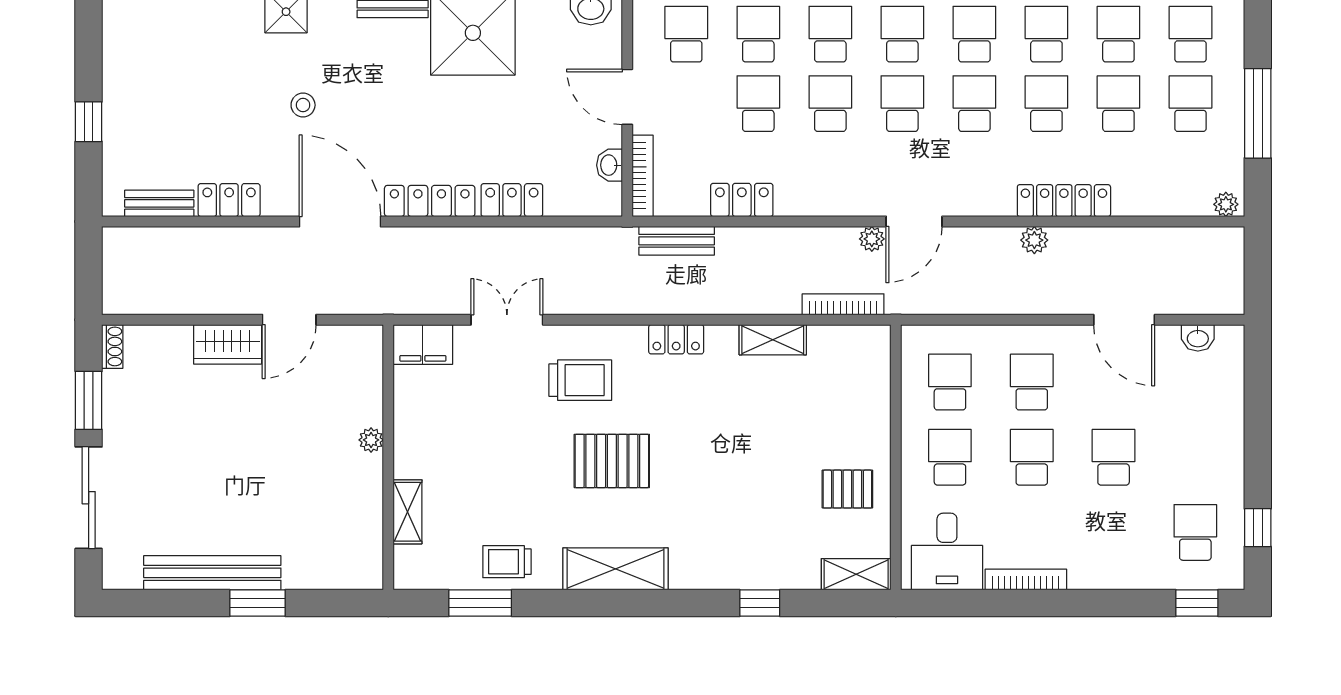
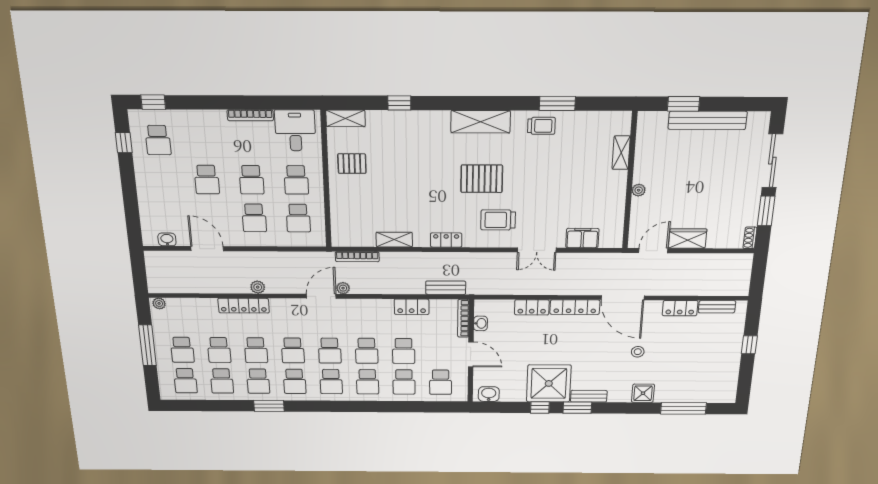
plant: (371, 440) -> (639, 190), moved
wall: (388, 457) -> (630, 181), moved
shelving: (408, 512) -> (621, 153), moved

